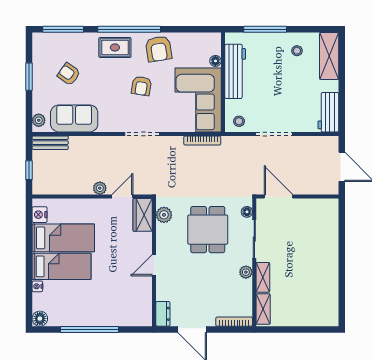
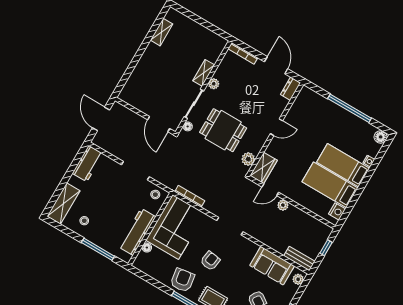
dining table: (208, 230) -> (223, 130), turned 90
shelving: (263, 309) -> (162, 32), moved

